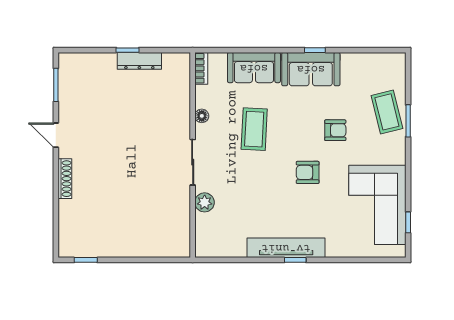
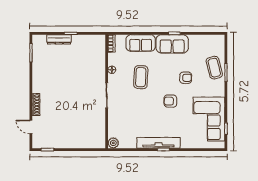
dresser: (139, 61) -> (59, 39), moved
door: (56, 135) -> (31, 127), moved
plant: (205, 202) -> (113, 143), moved

